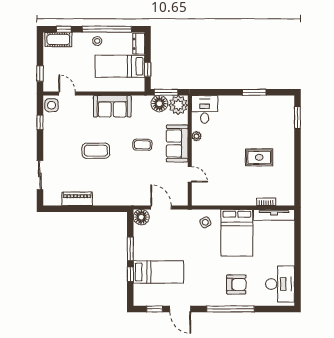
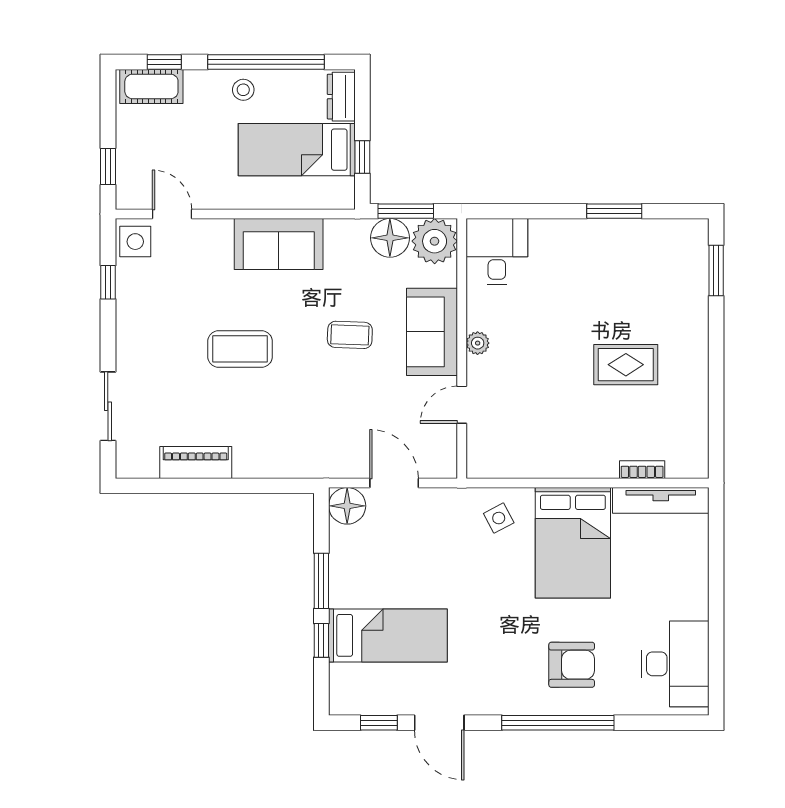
plant: (197, 136) -> (478, 343), moved
door: (190, 174) -> (462, 405), swing flipped

